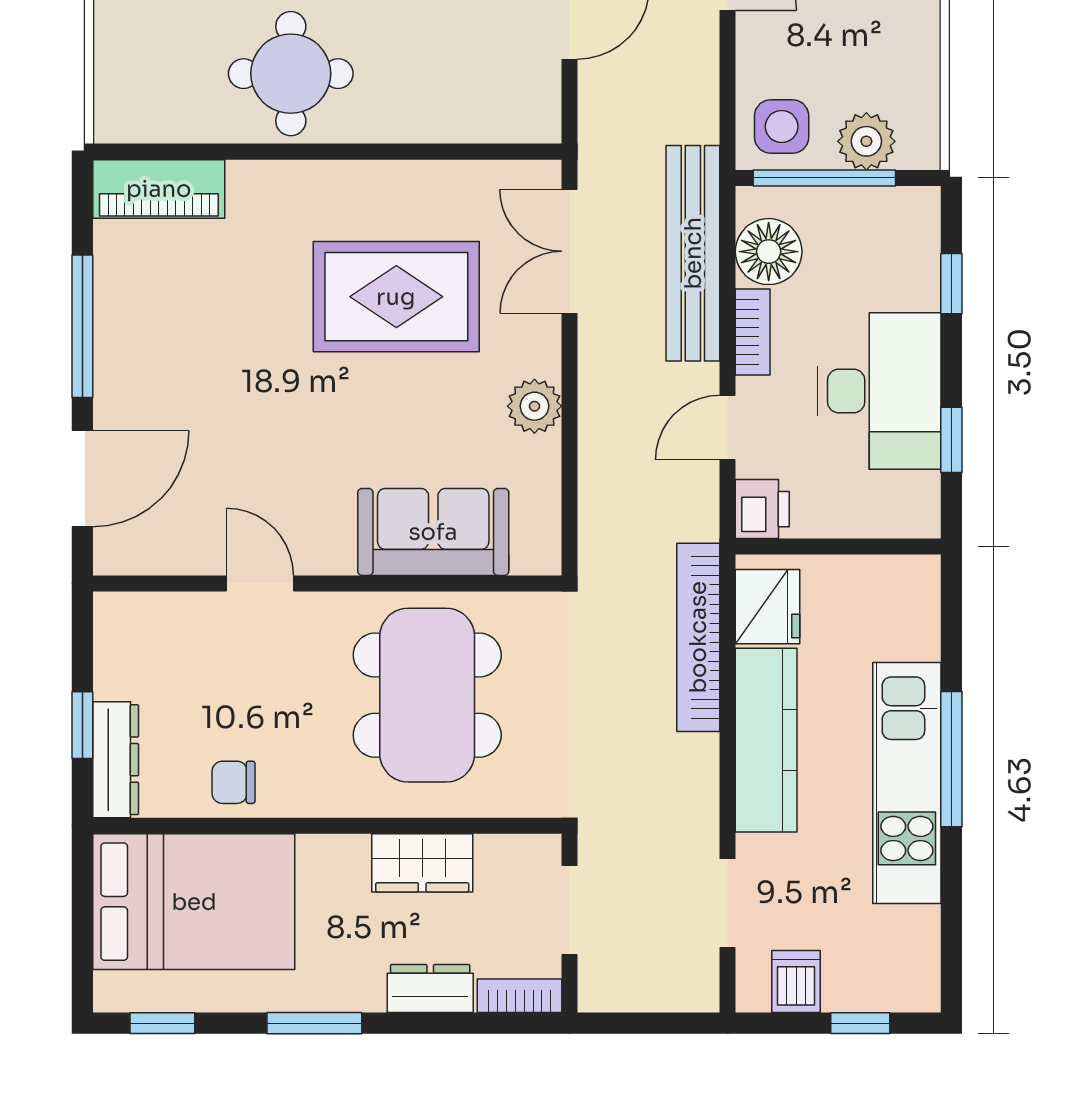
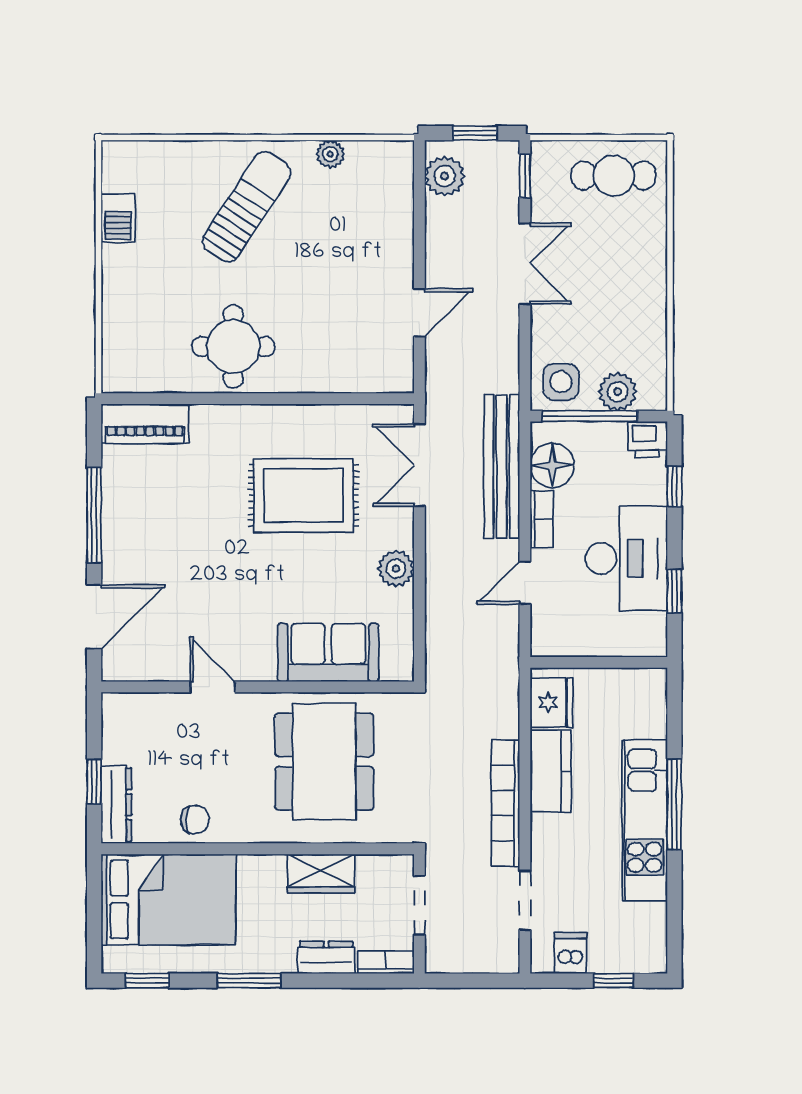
printer: (762, 509) -> (648, 439), moved, turned 90
bookcase: (698, 637) -> (505, 803), moved
kitchen counter: (766, 740) -> (551, 771), width x0.67
chair: (234, 782) -> (195, 820), turned 180

